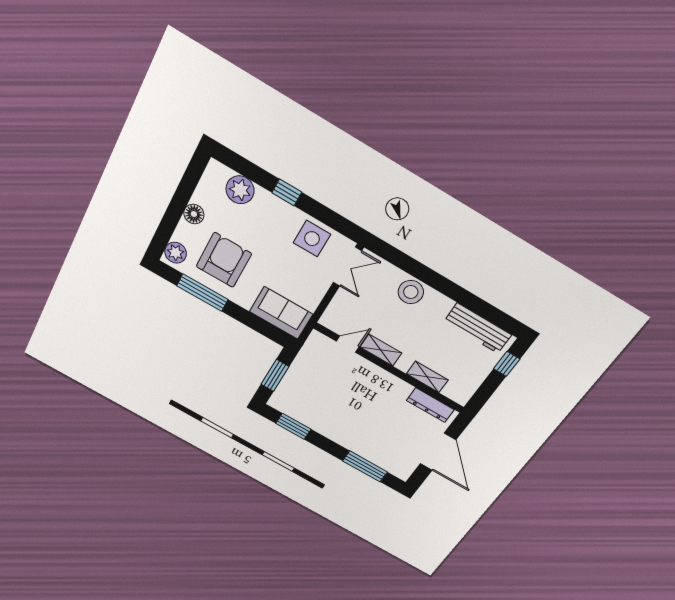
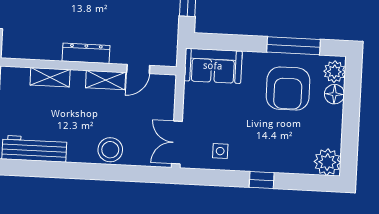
plant: (240, 190) -> (327, 162), moved
floor lamp: (194, 214) -> (334, 94), moved
side table: (312, 239) -> (220, 151), width x0.54, depth x0.54
dresser: (430, 405) -> (86, 53), moved

